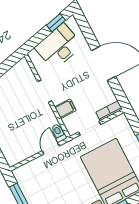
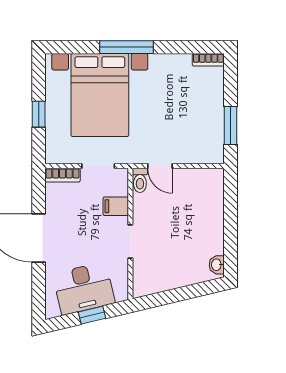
window: (56, 23) -> (92, 315), moved
door: (51, 148) -> (160, 166), hinge flipped

